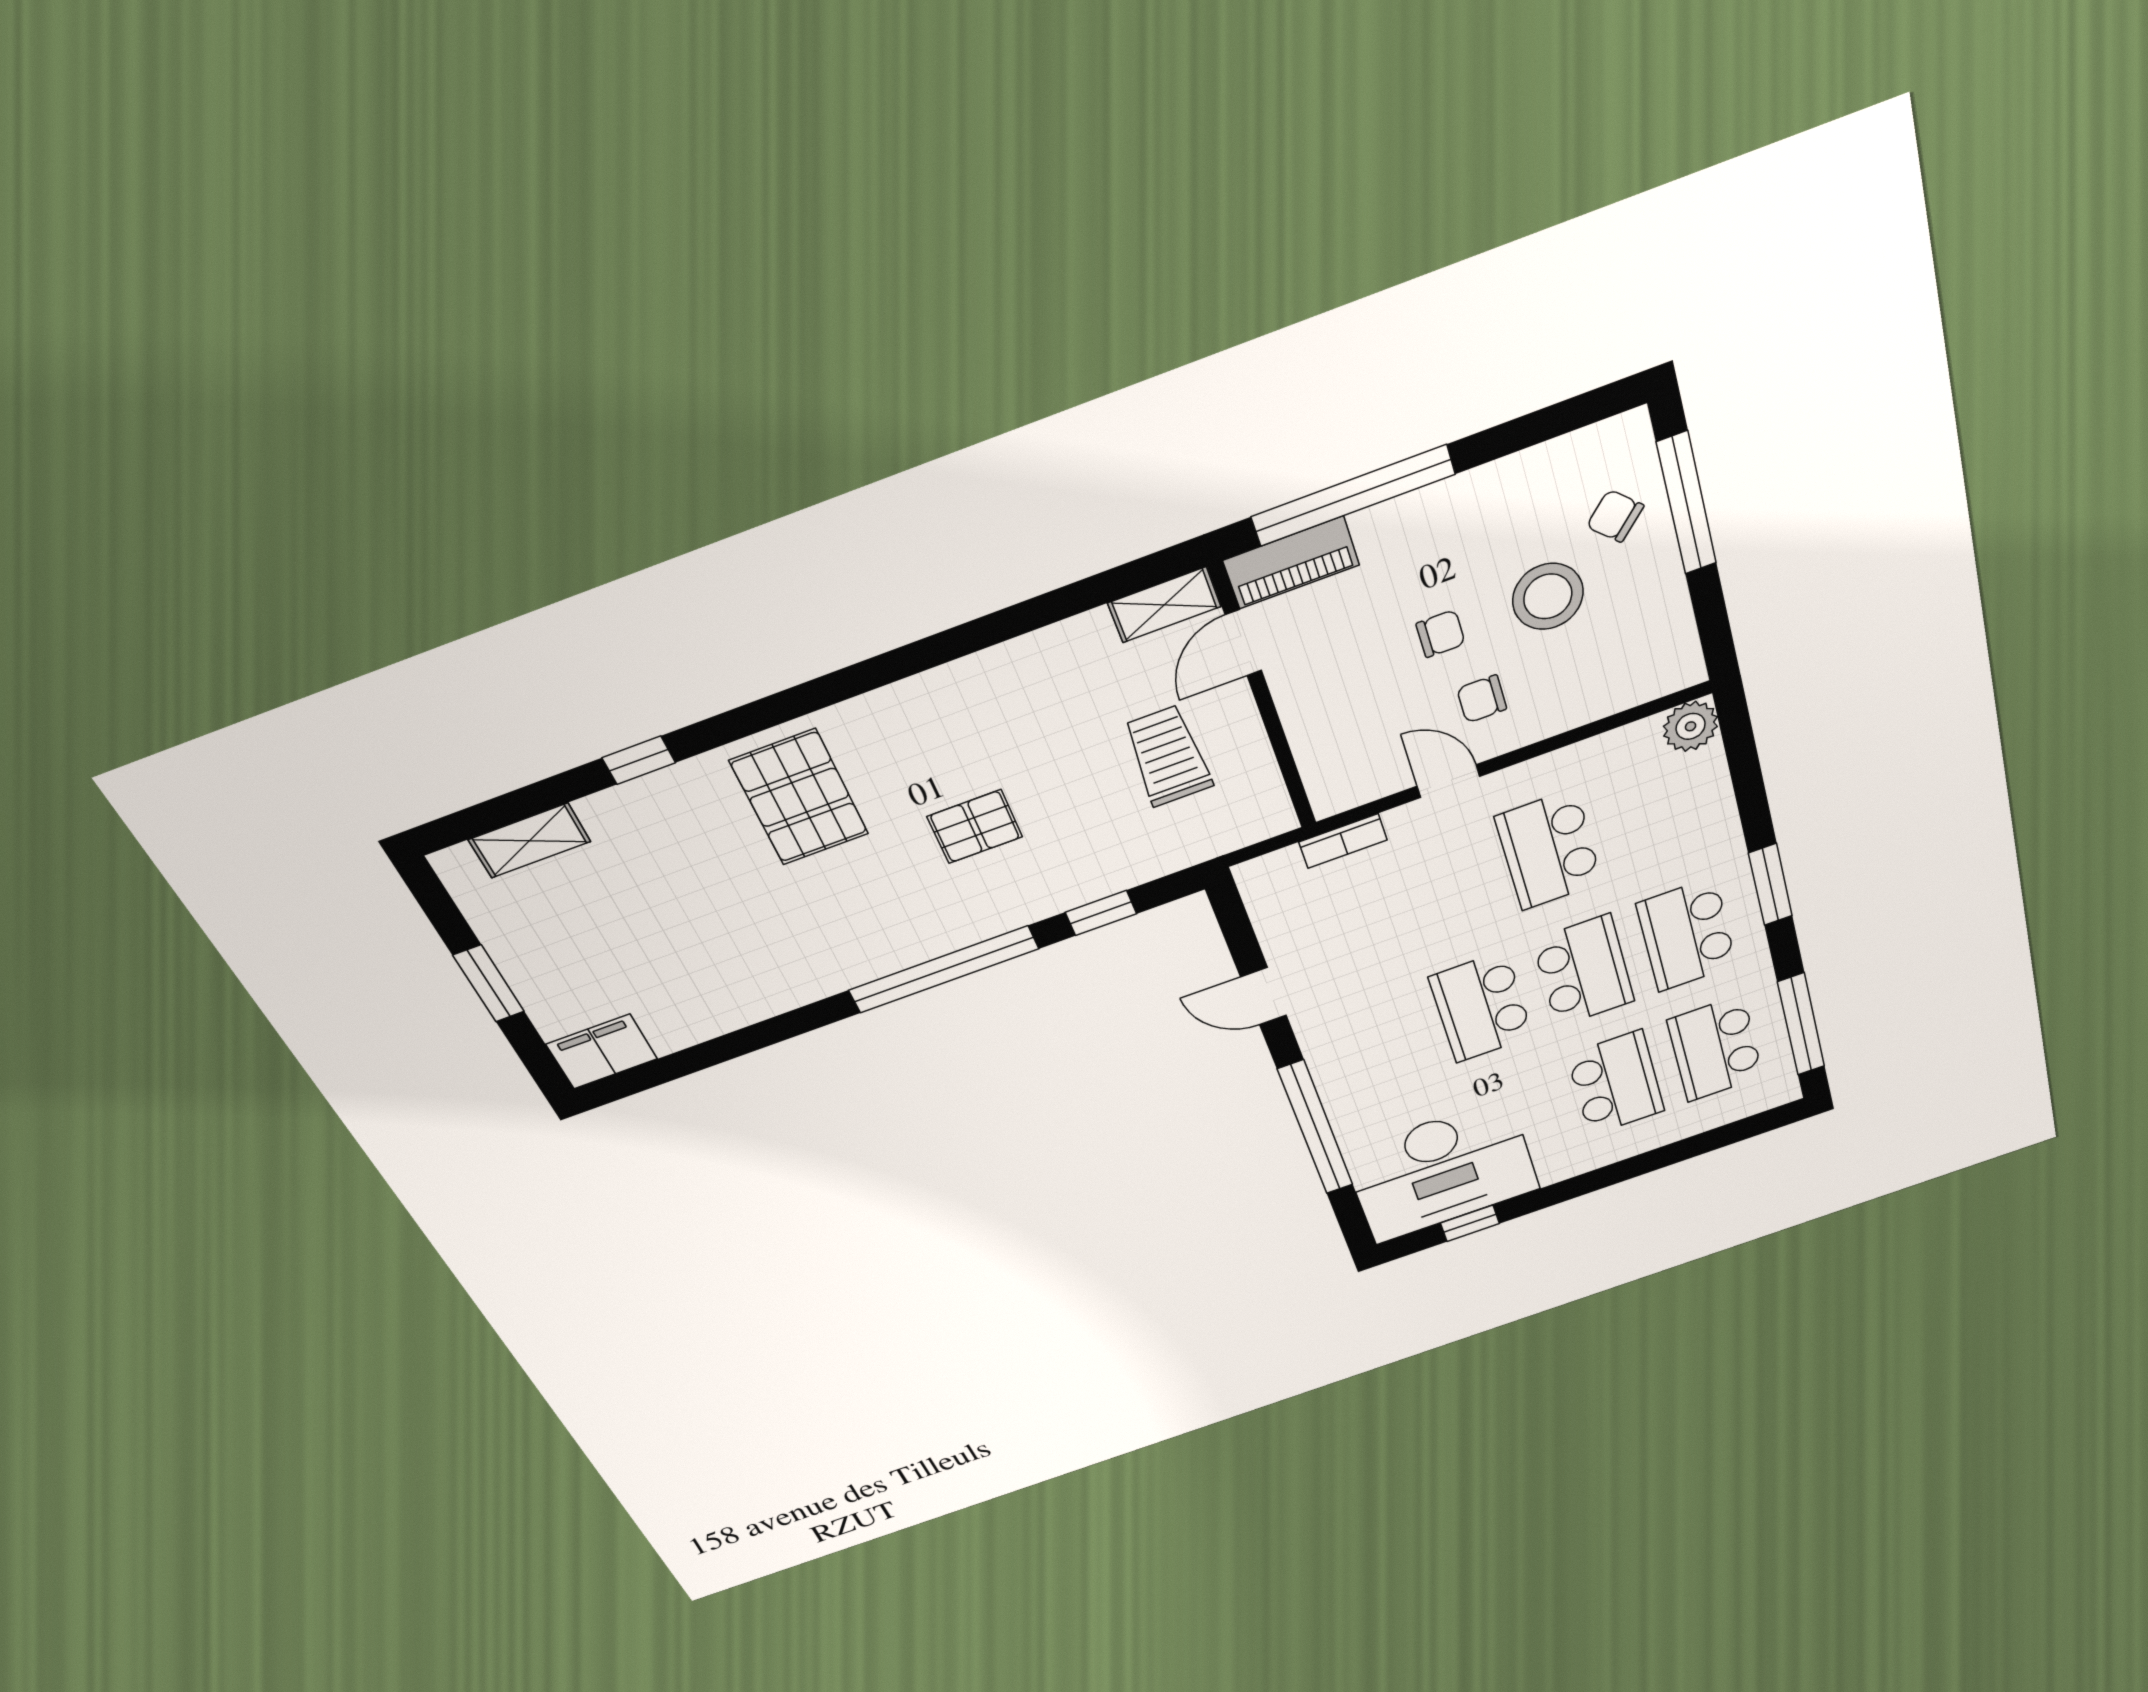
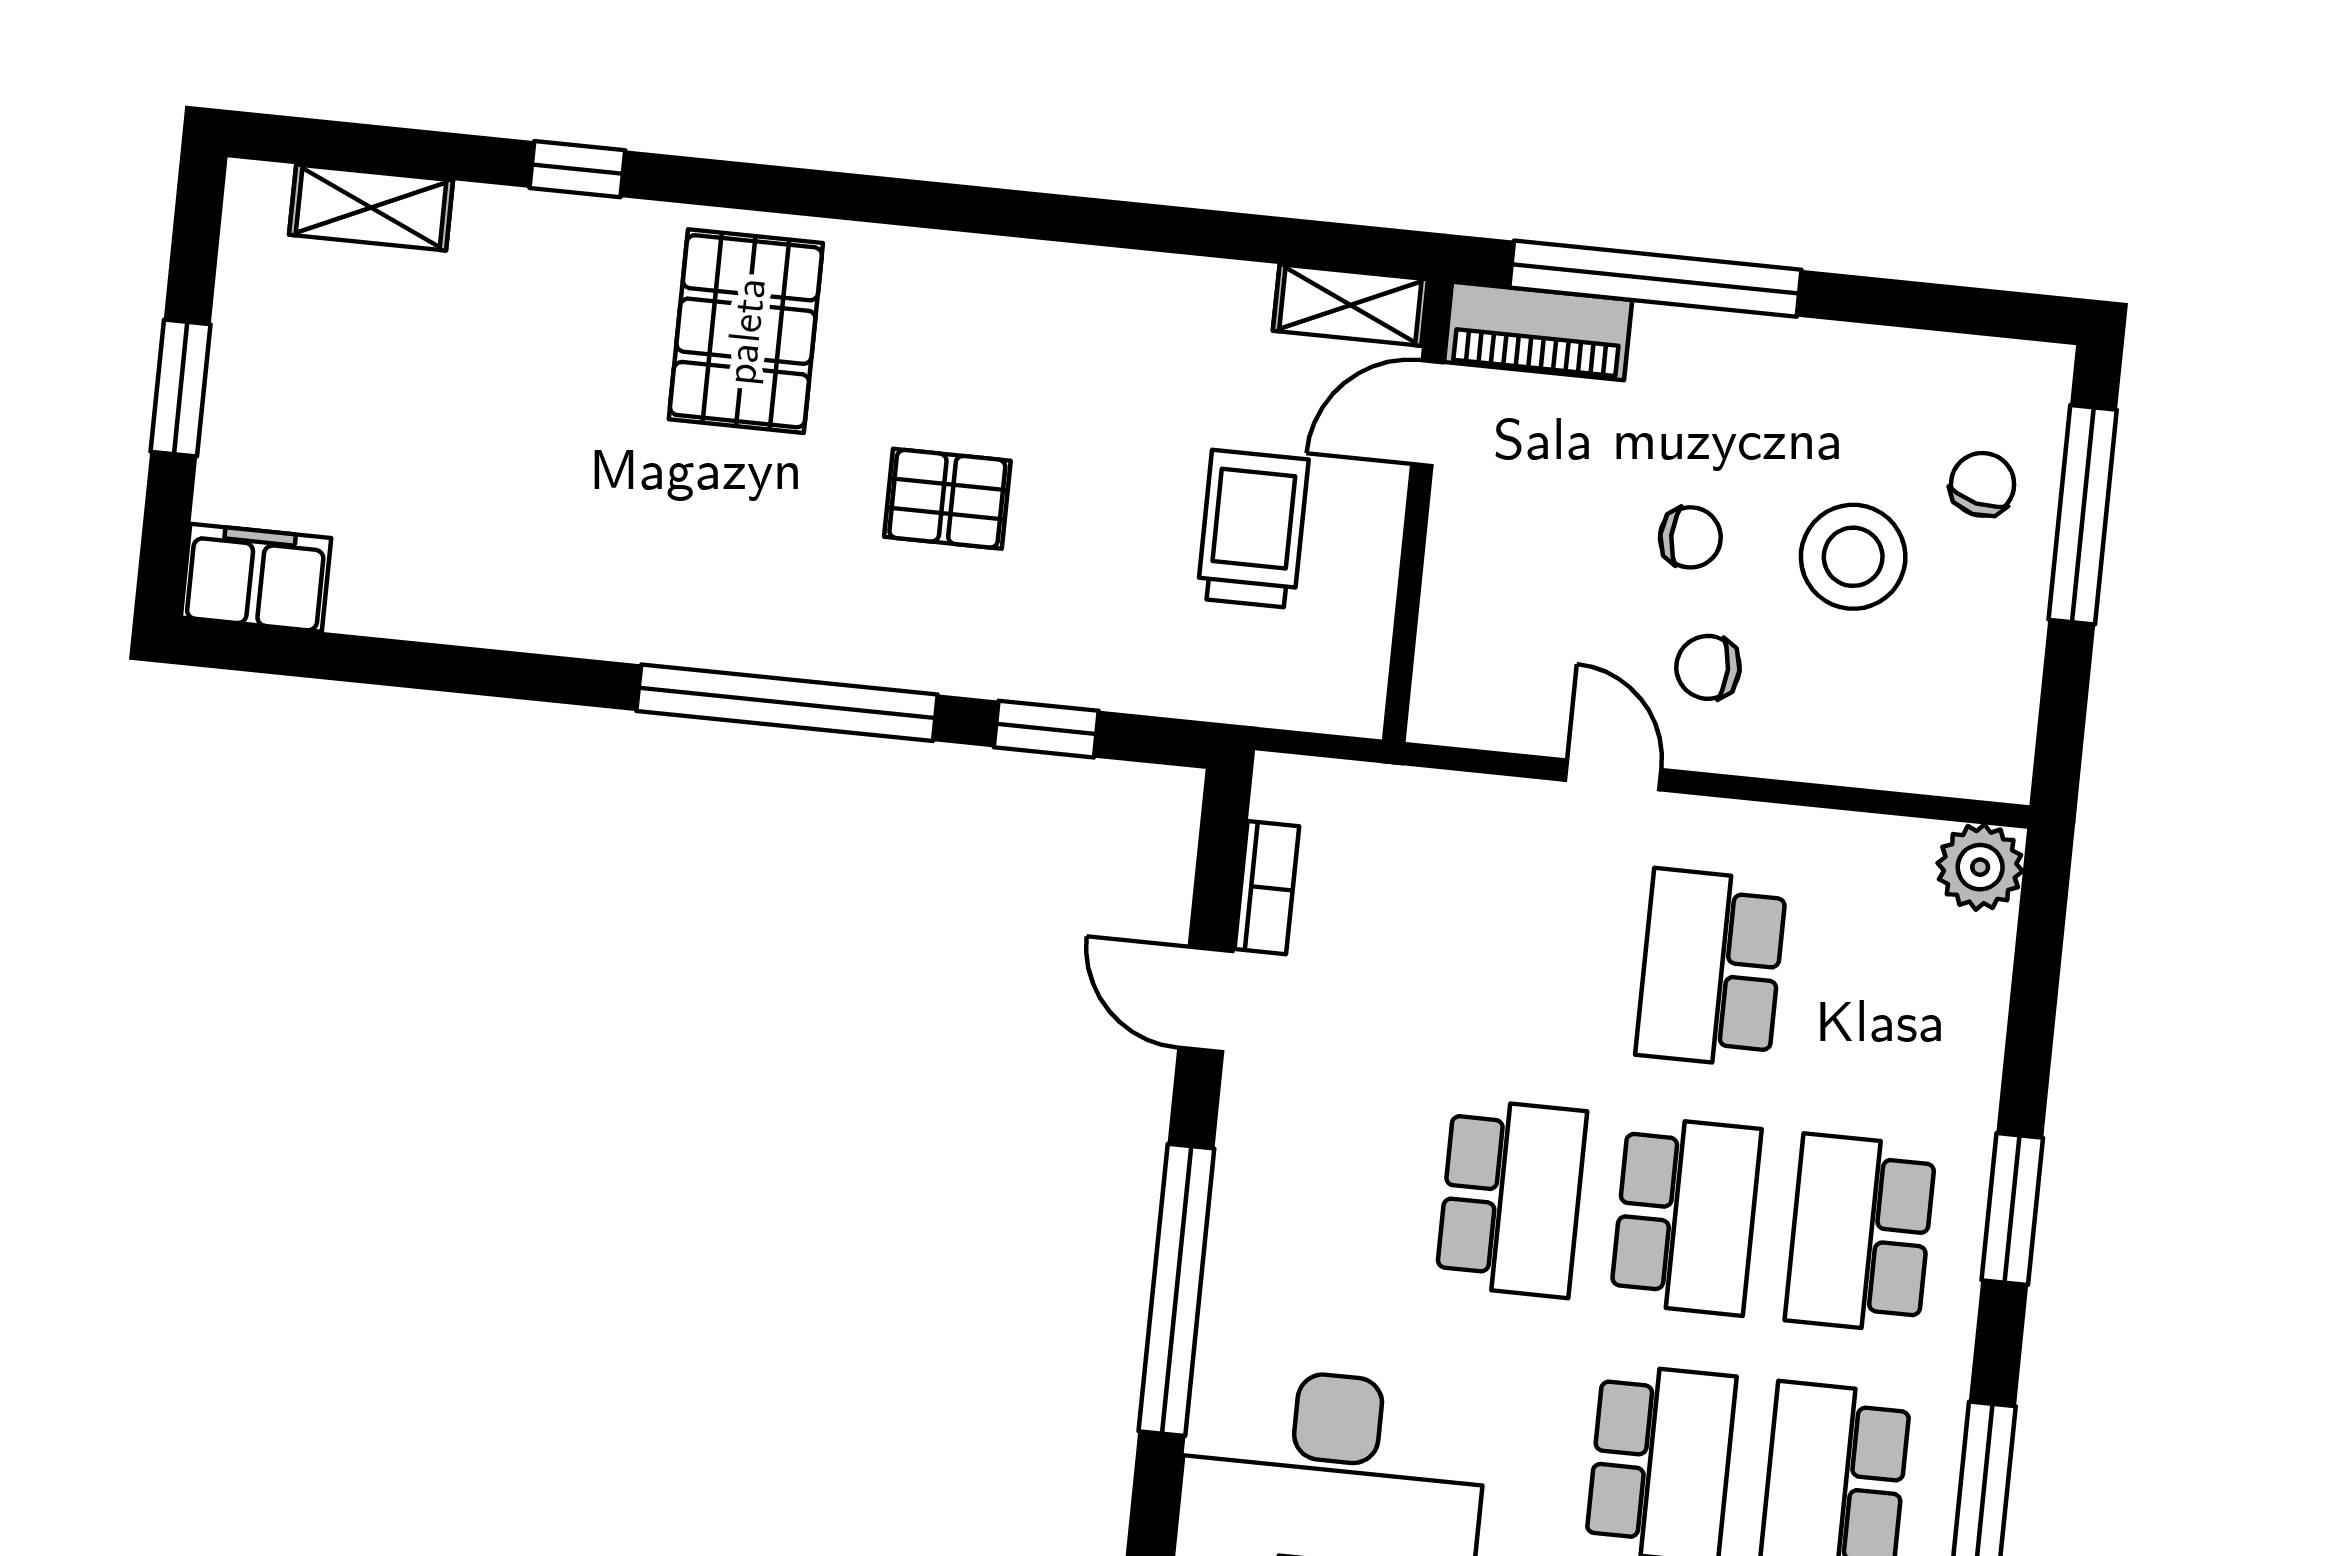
chair: (1615, 516) -> (1983, 484), turned 58
bookcase: (1343, 841) -> (1267, 888), moved, turned -90
school desk: (1481, 1007) -> (1511, 1198), turned 180

